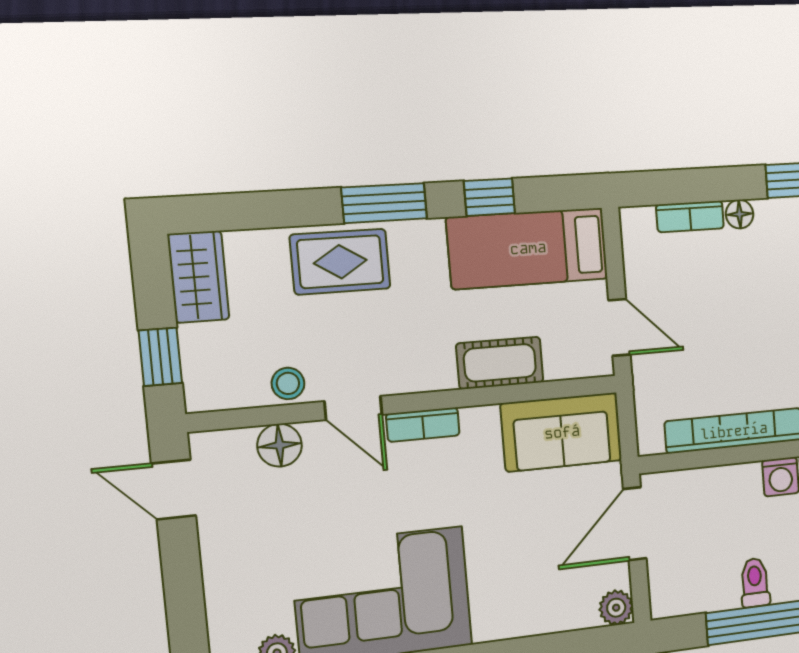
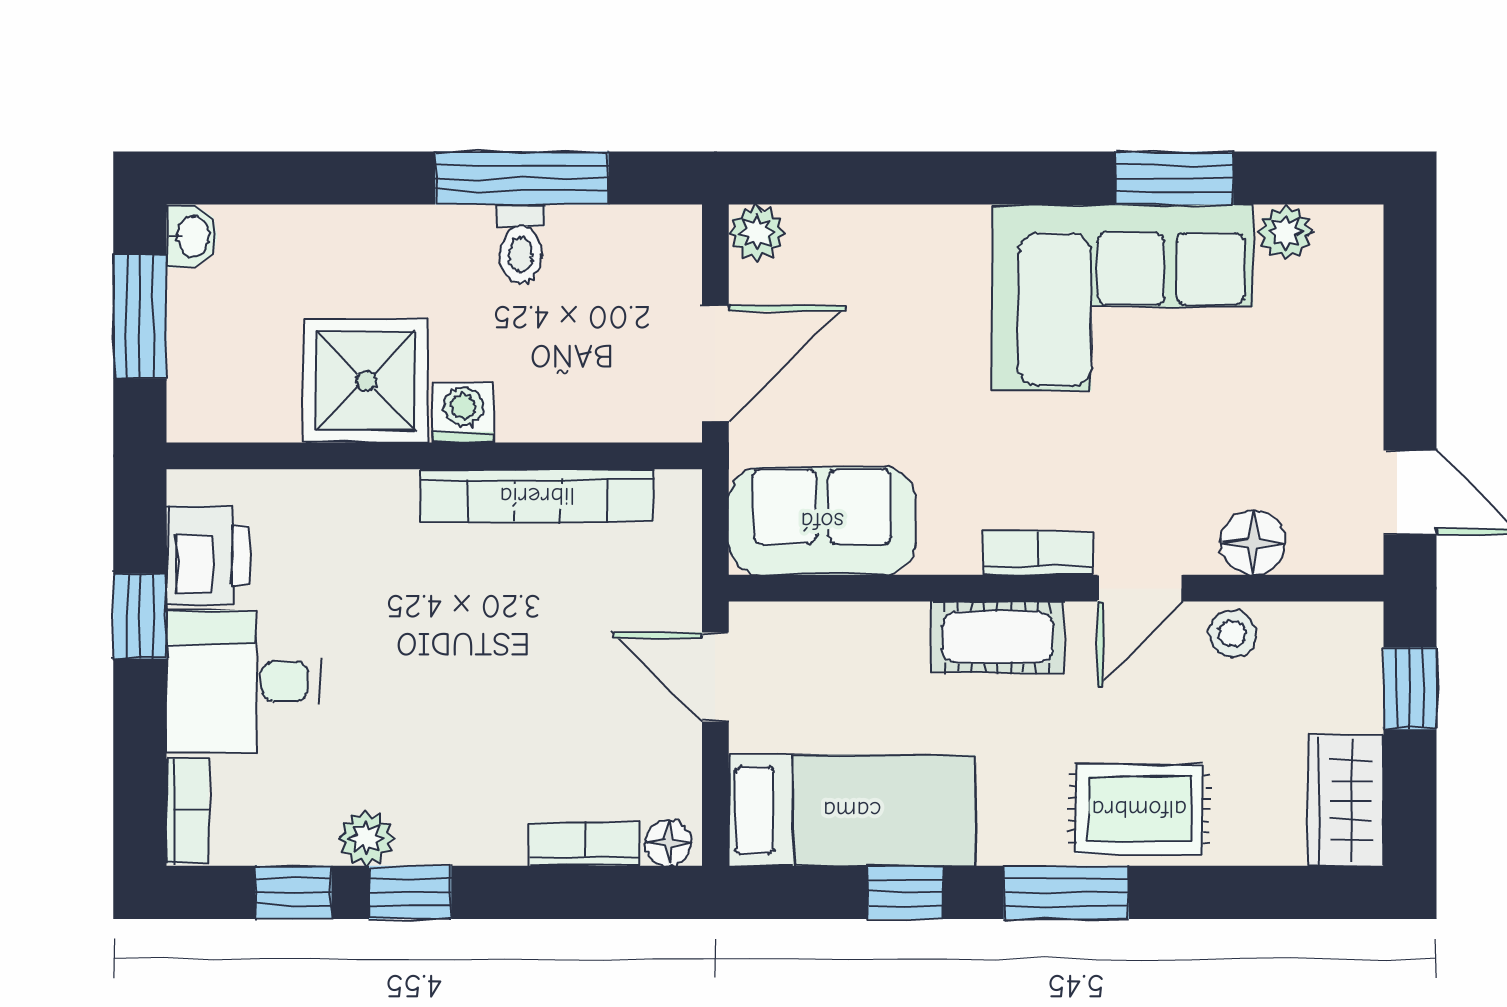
floor lamp: (740, 214) -> (669, 843), moved
cot: (500, 363) -> (997, 637), moved
door: (353, 408) -> (1140, 588), swing flipped

